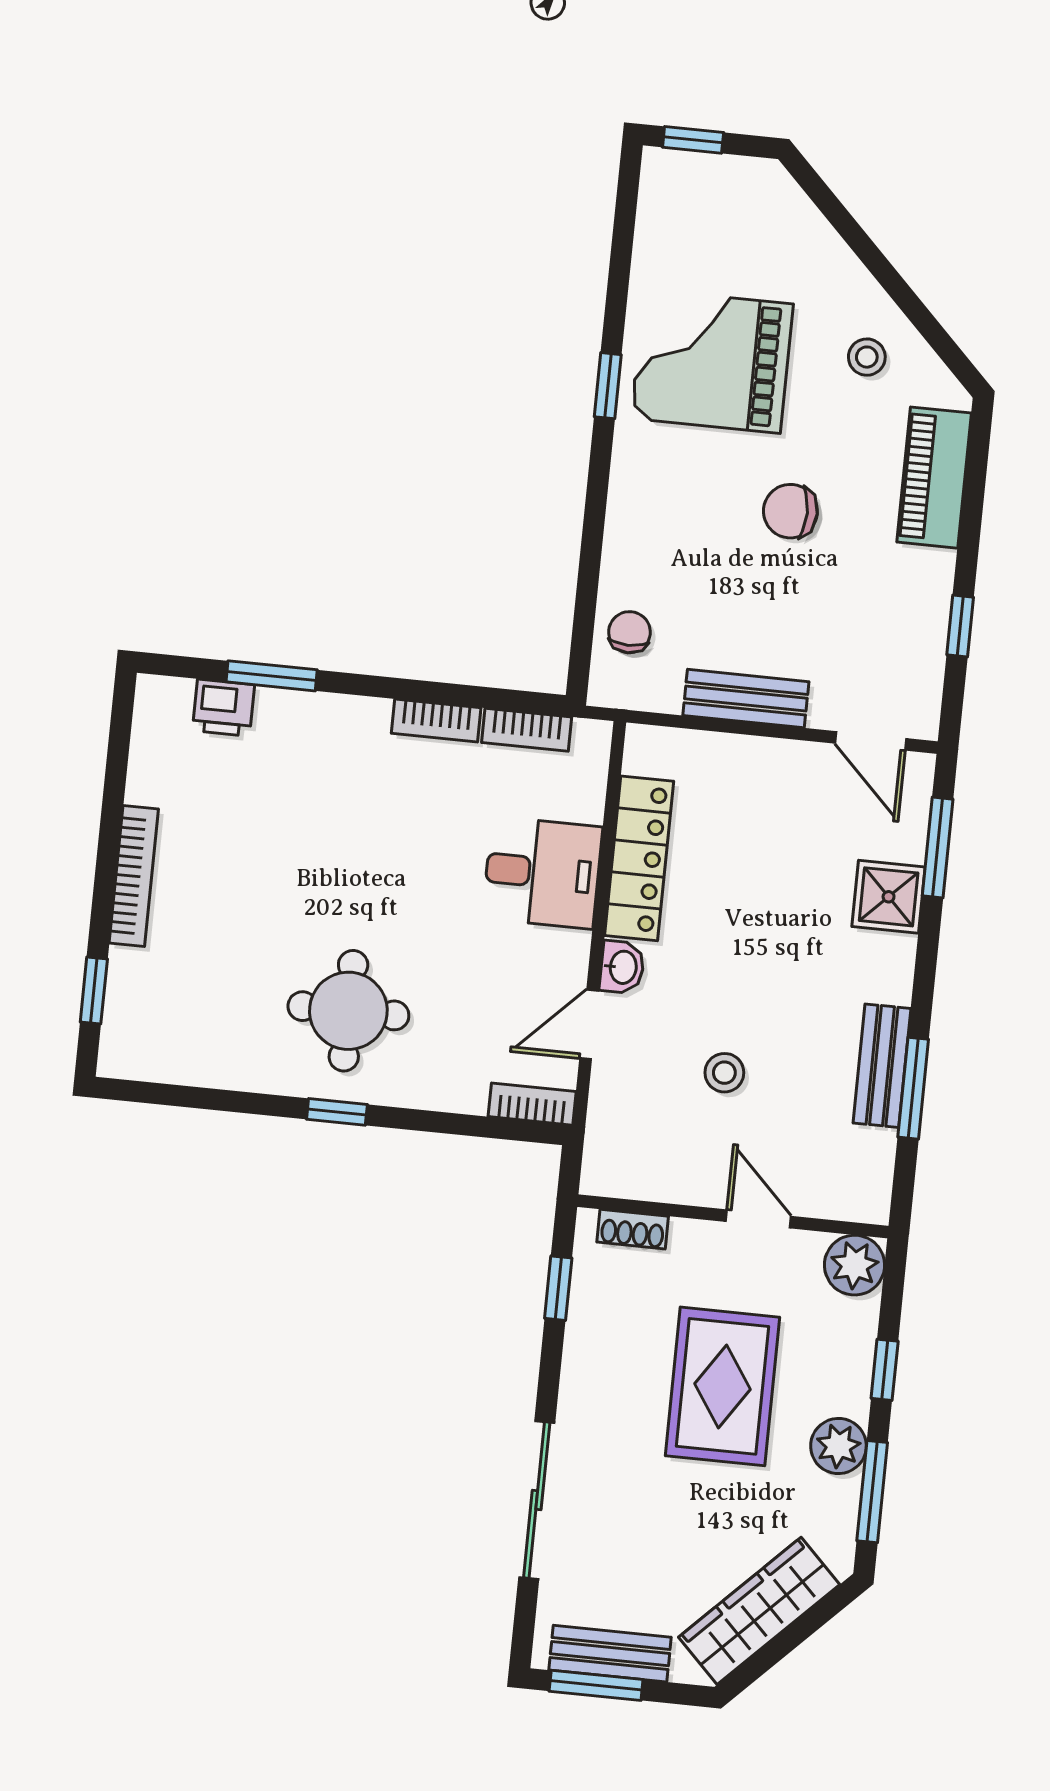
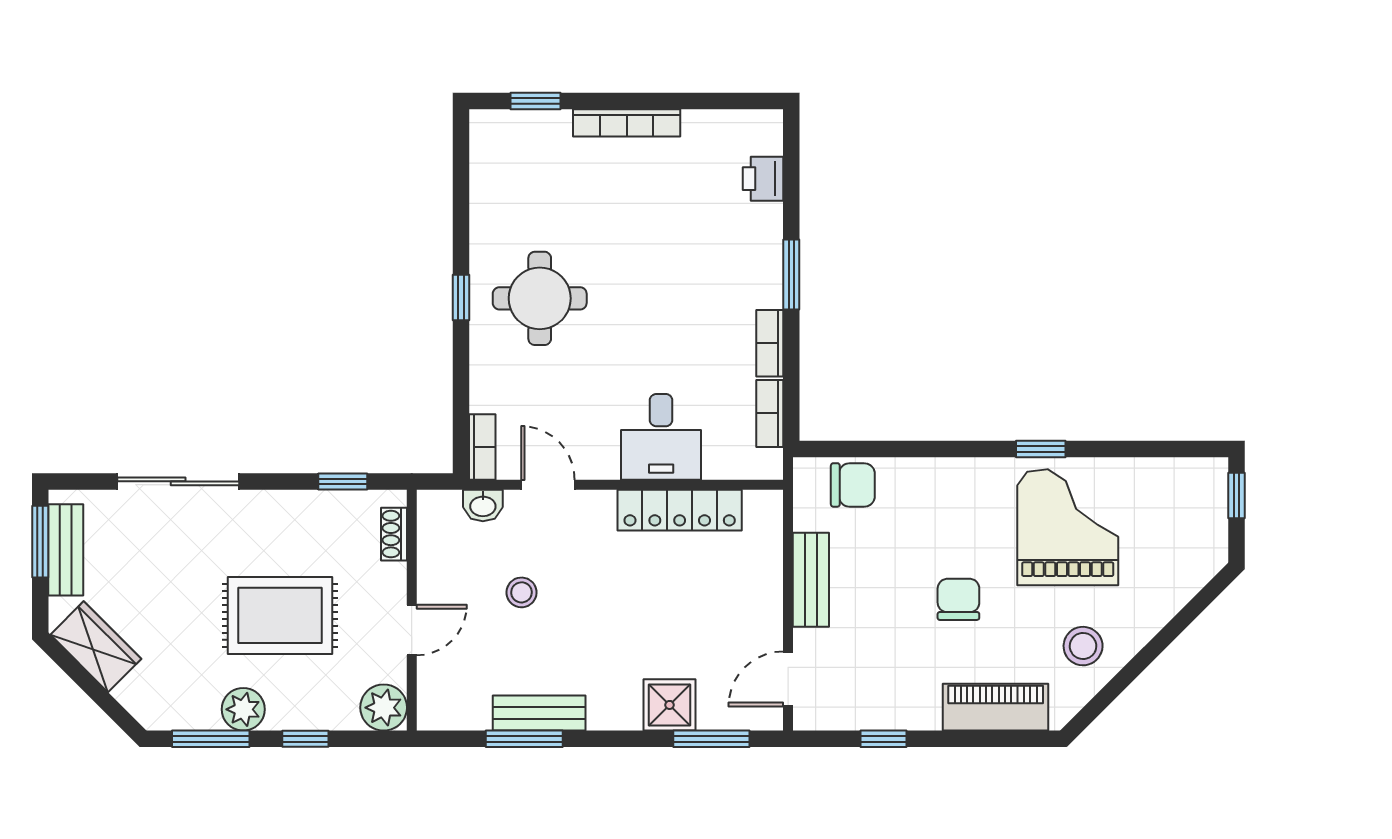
stool: (867, 357) -> (1083, 646), width x1.37, depth x1.37
chair: (629, 632) -> (853, 485), width x1.37, depth x1.37
window: (272, 676) -> (791, 274), moved
washbasin: (622, 967) -> (483, 505), moved
wardrobe: (759, 1611) -> (96, 647), width x0.67

